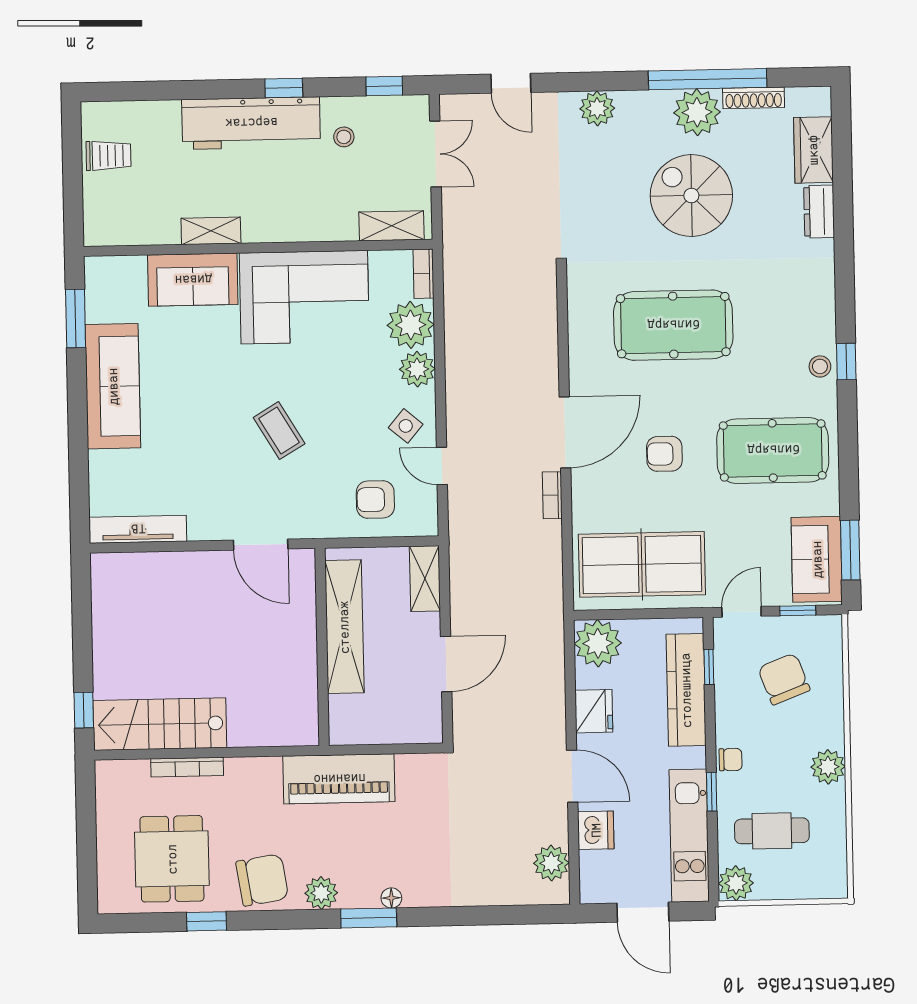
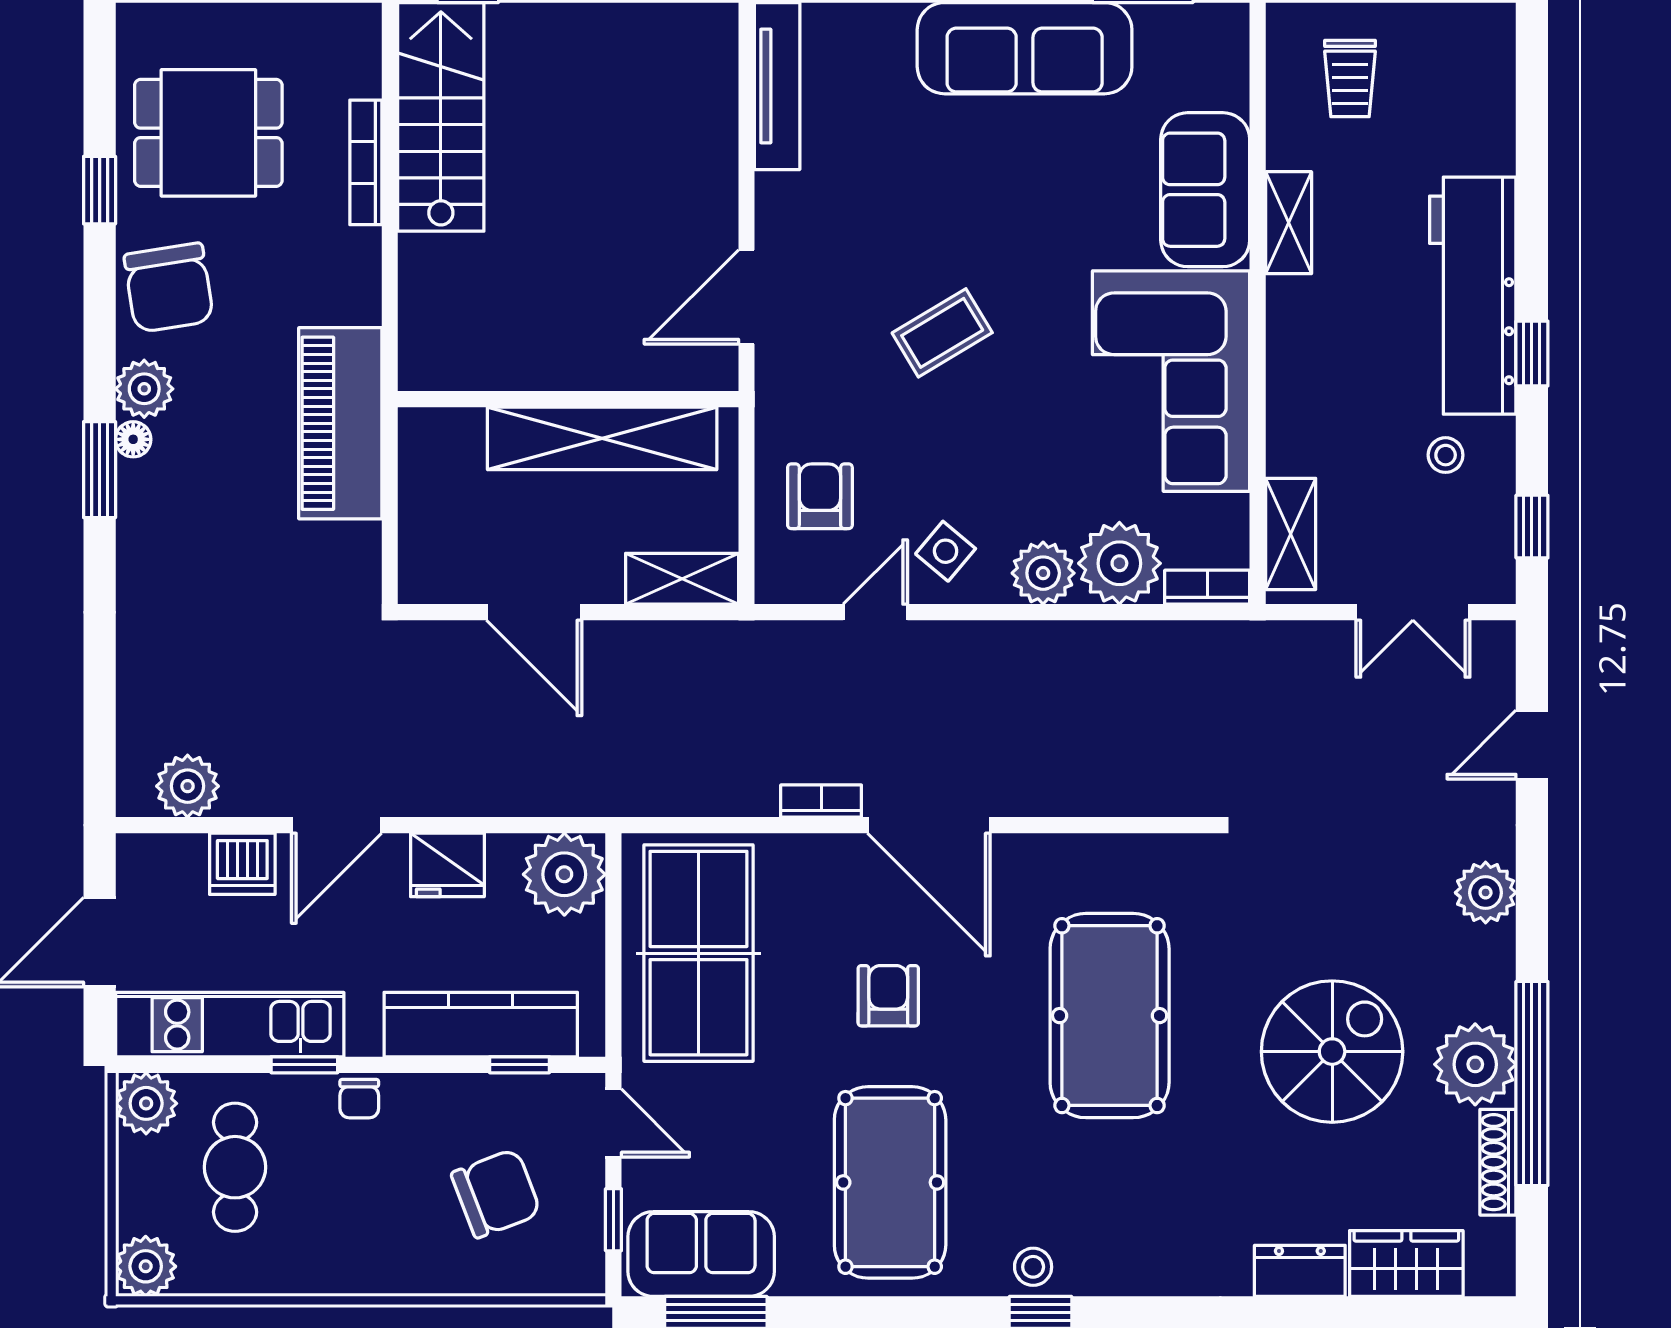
trolley: (109, 156) -> (1350, 79), moved
plant: (828, 767) -> (146, 1266), moved
floor lamp: (391, 898) -> (133, 439), moved

